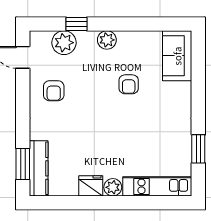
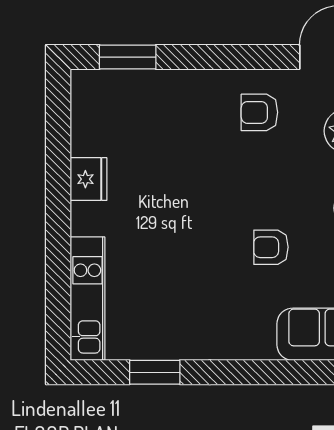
kitchen counter: (39, 168) -> (120, 86), removed
plant: (113, 187) -> (86, 219), removed

